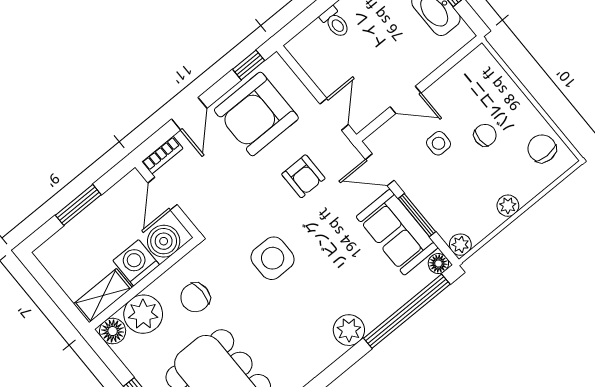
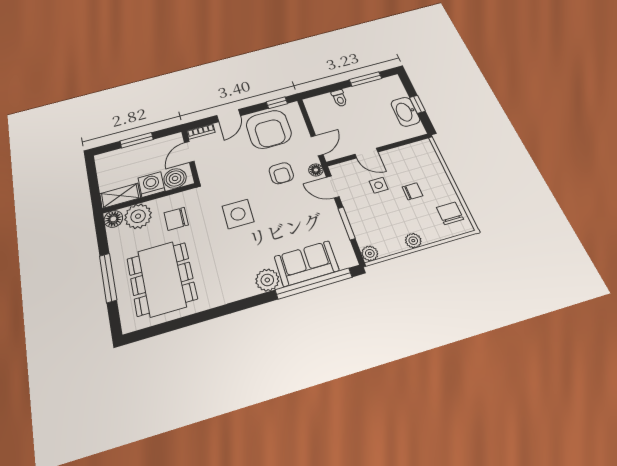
armchair: (256, 114) -> (269, 129), turned -90
sofa: (397, 232) -> (306, 263), moved, turned 90
floor lamp: (438, 264) -> (316, 170), moved

